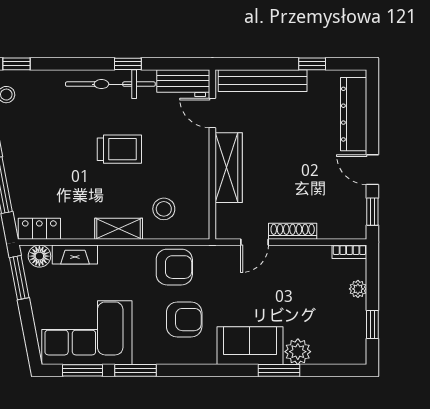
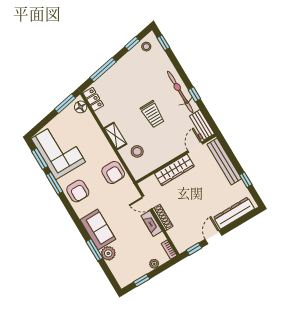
fireplace: (75, 254) -> (152, 223), moved
armchair: (184, 320) -> (78, 191), moved

